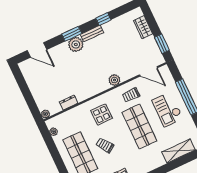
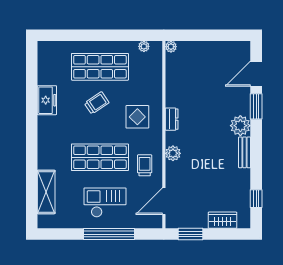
window: (103, 19) -> (256, 199), moved
window: (72, 34) -> (256, 106), moved
dresser: (69, 103) -> (172, 119), moved

